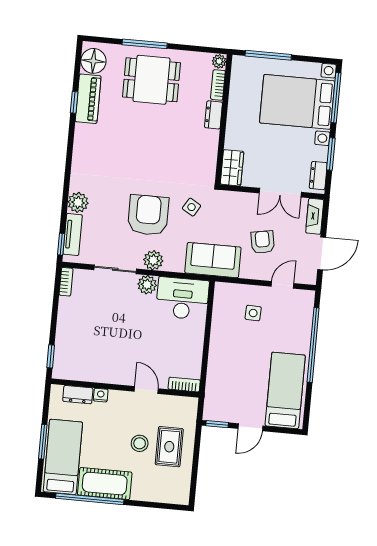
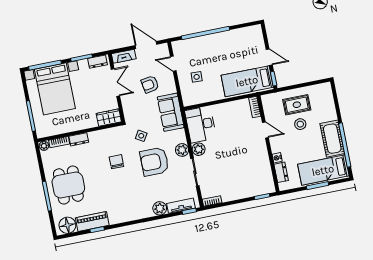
chair: (165, 160) -> (116, 162), added
door: (146, 390) -> (265, 130), swing flipped
bed: (285, 390) -> (247, 81), moved

